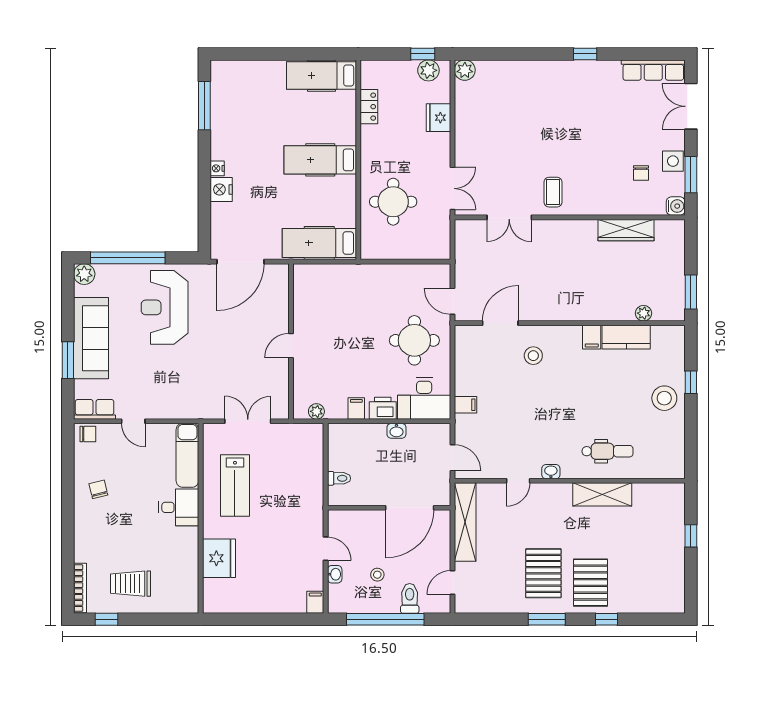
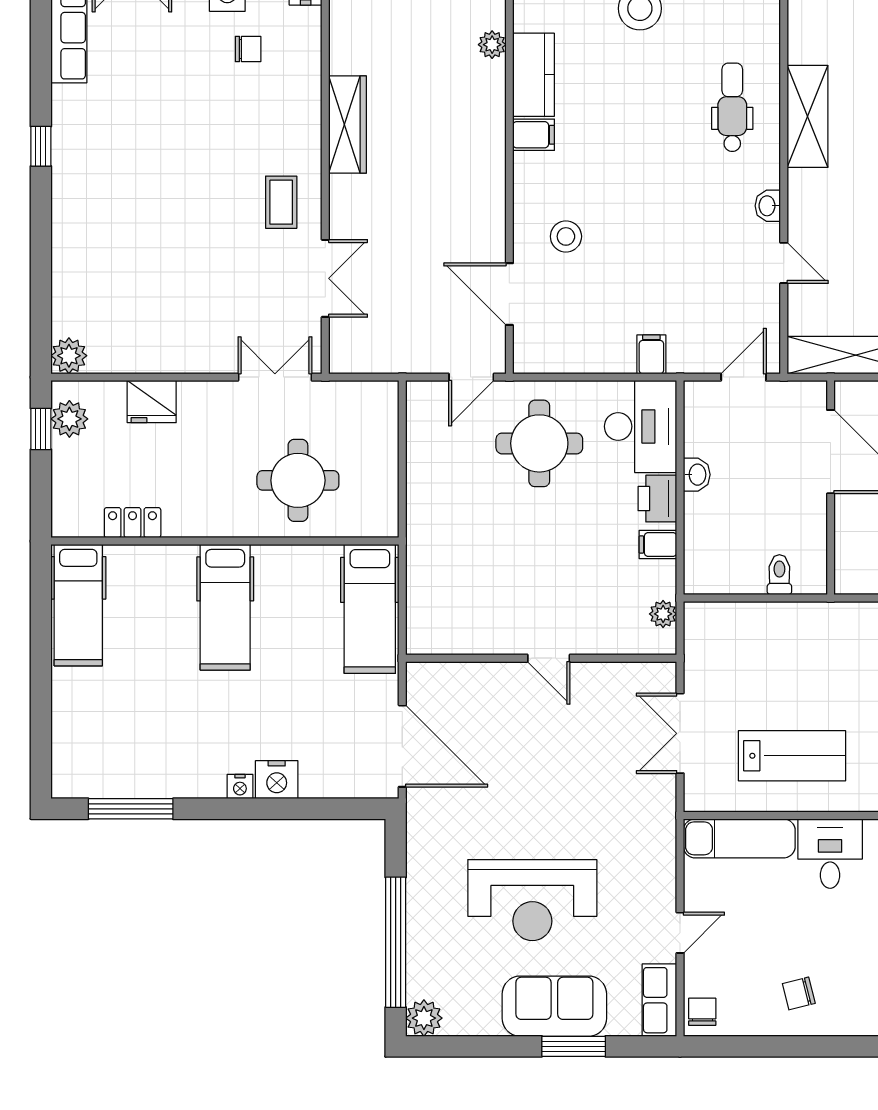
coffee table: (553, 192) -> (281, 202), turned 90
wardrobe: (626, 230) -> (347, 125), moved
reception desk: (165, 307) -> (532, 900), moved
sofa: (91, 338) -> (554, 1006), width x0.73

